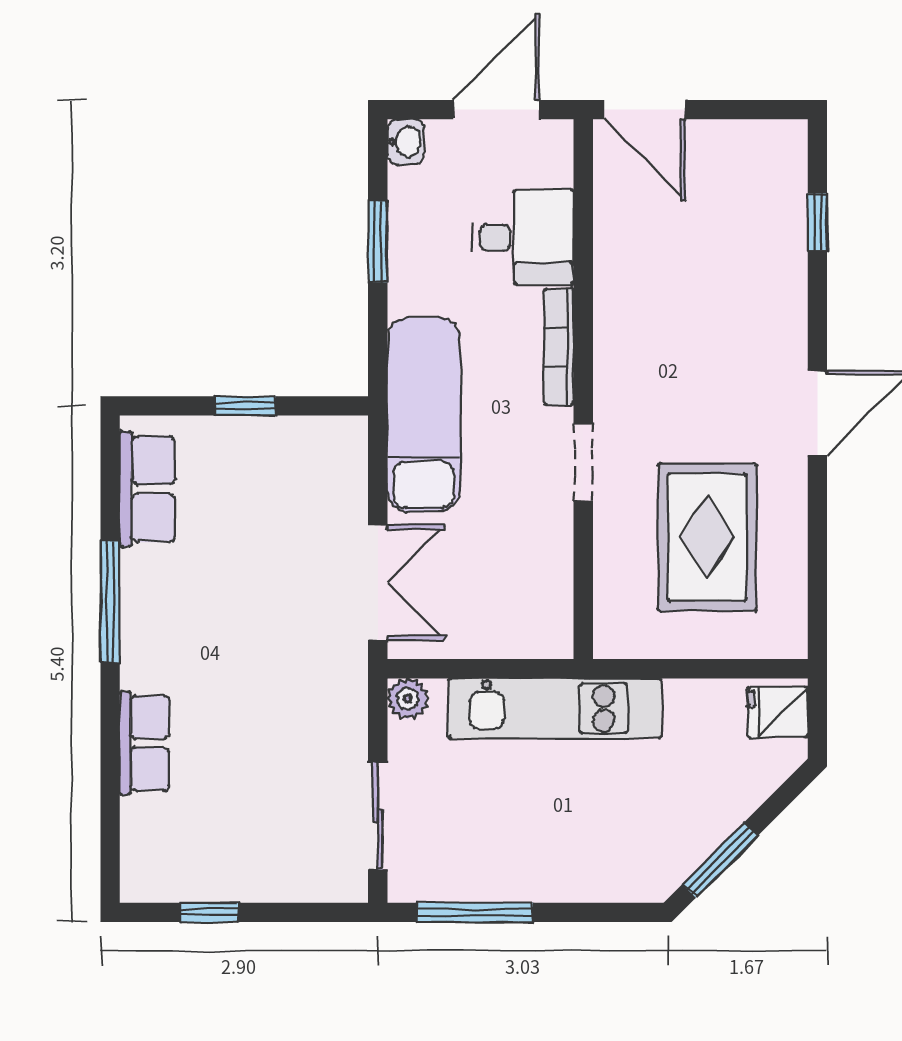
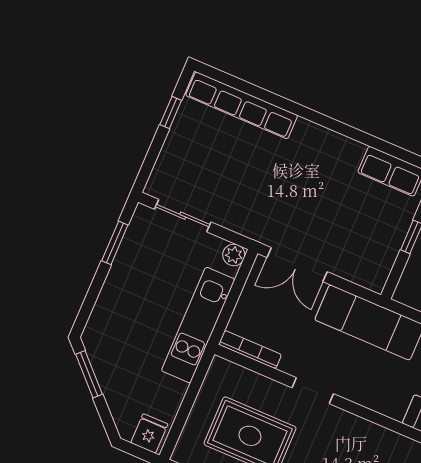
bookcase: (559, 347) -> (250, 350), moved
window: (110, 602) -> (344, 129), removed
row of seats: (144, 743) -> (242, 105), width x2.02
window: (475, 912) -> (115, 243), width x0.69

